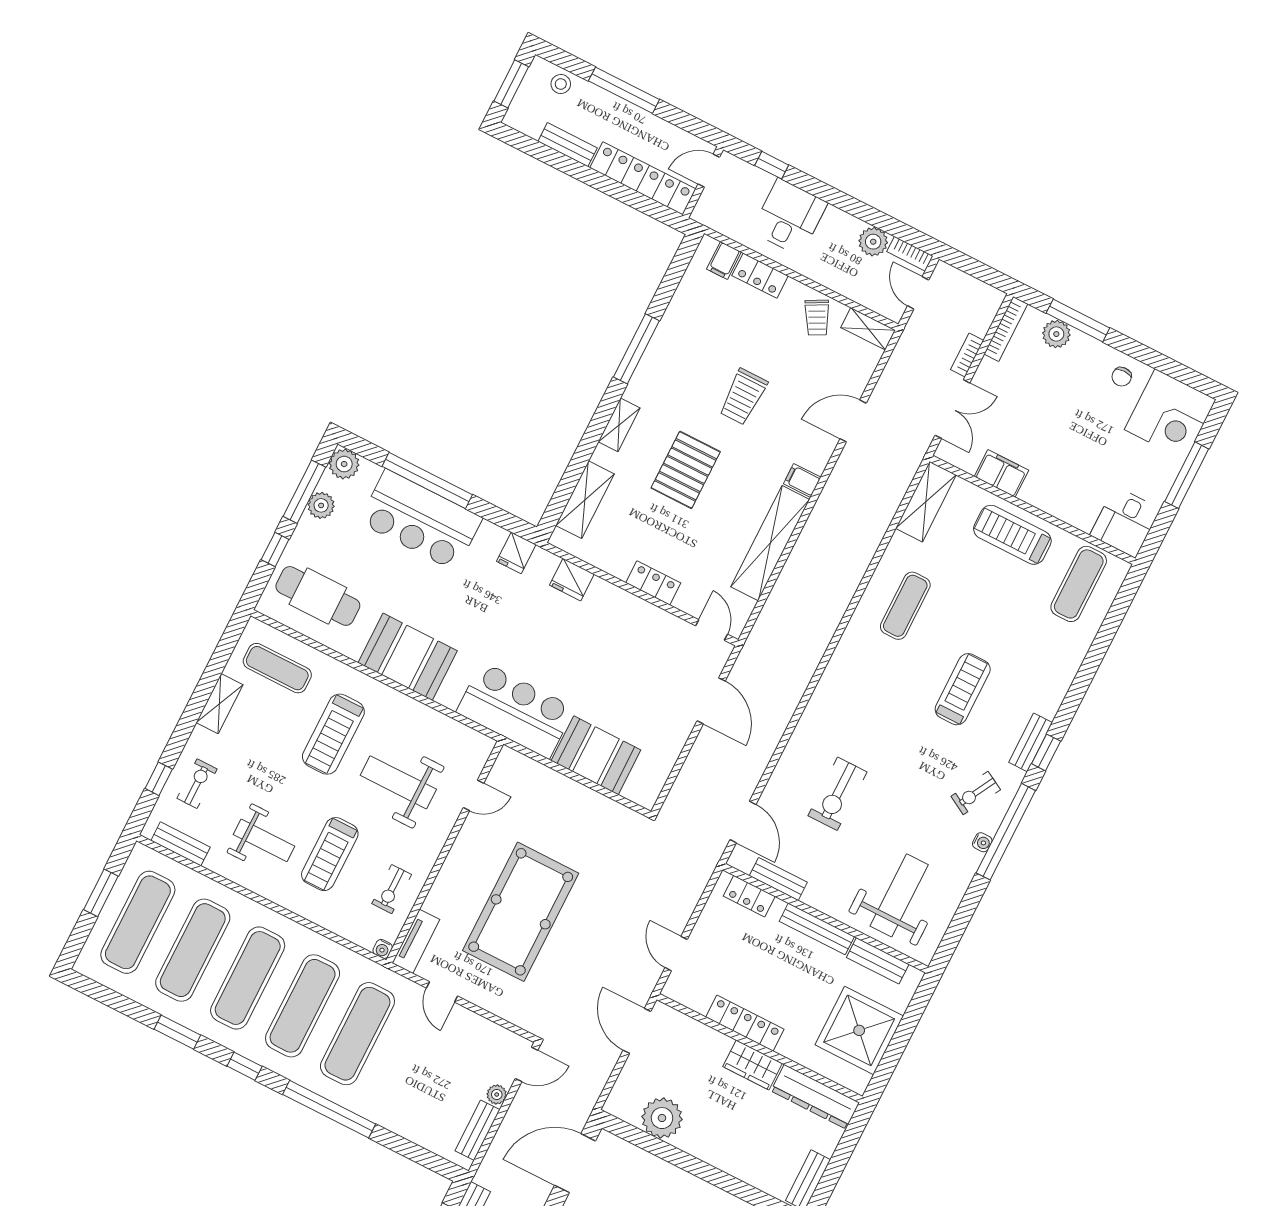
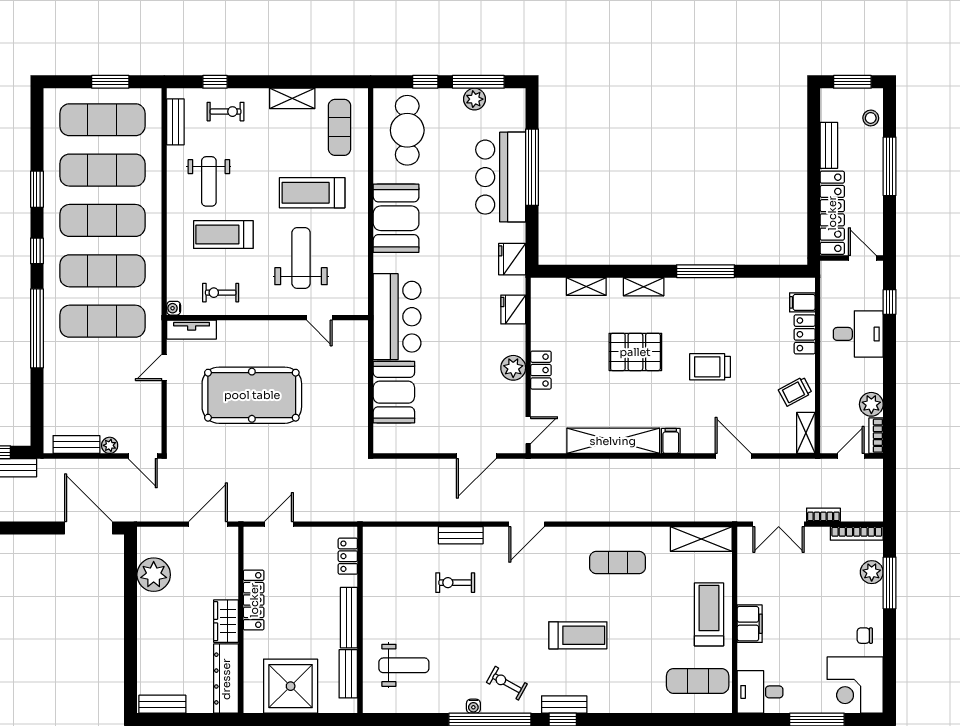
plant: (344, 464) -> (513, 368), moved
filing cabinet: (1001, 473) -> (750, 624), moved
shelving: (585, 500) -> (586, 287), width x0.67, depth x0.75
fridge: (516, 553) -> (512, 259), width x1.38
exercise bike: (837, 794) -> (455, 583), width x0.73, depth x0.72
door: (743, 822) -> (527, 524), moved
bench: (778, 879) -> (461, 535), moved, turned 90
weight bench: (899, 895) -> (404, 665), width x0.73, depth x0.75

